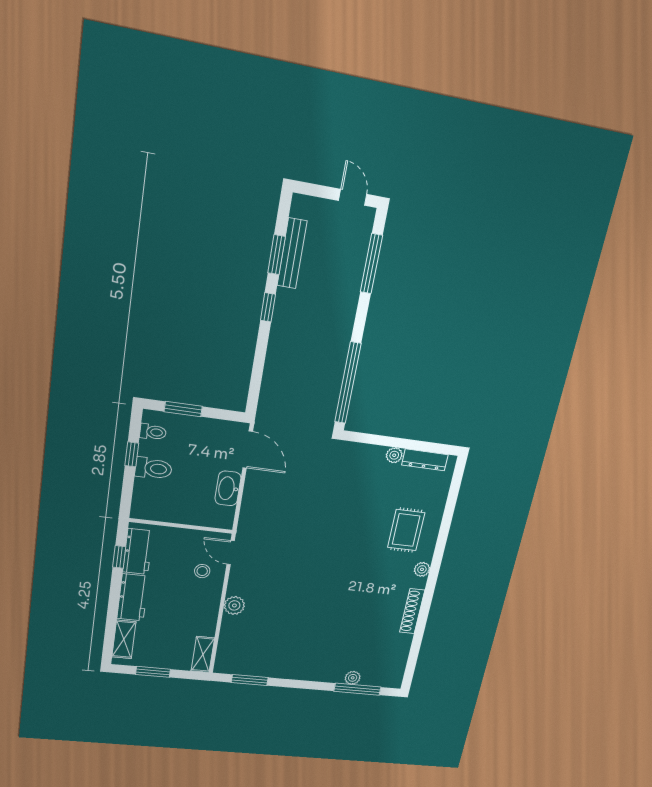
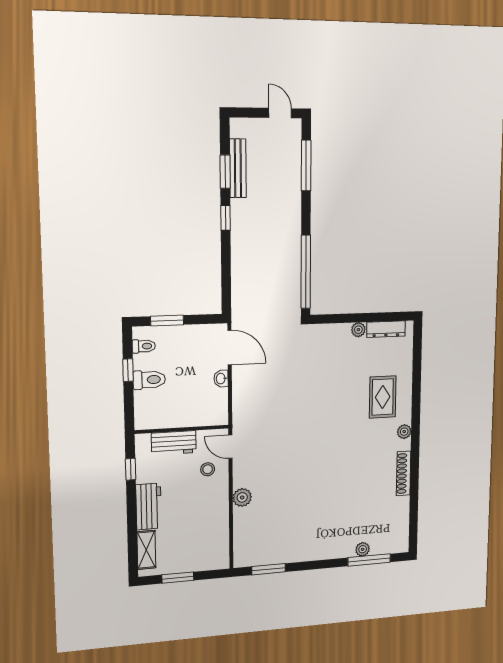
washbasin: (228, 488) -> (221, 379), width x0.52, depth x0.69
workbench: (138, 551) -> (174, 443), moved, turned 90
shelving: (203, 654) -> (221, 551), removed

